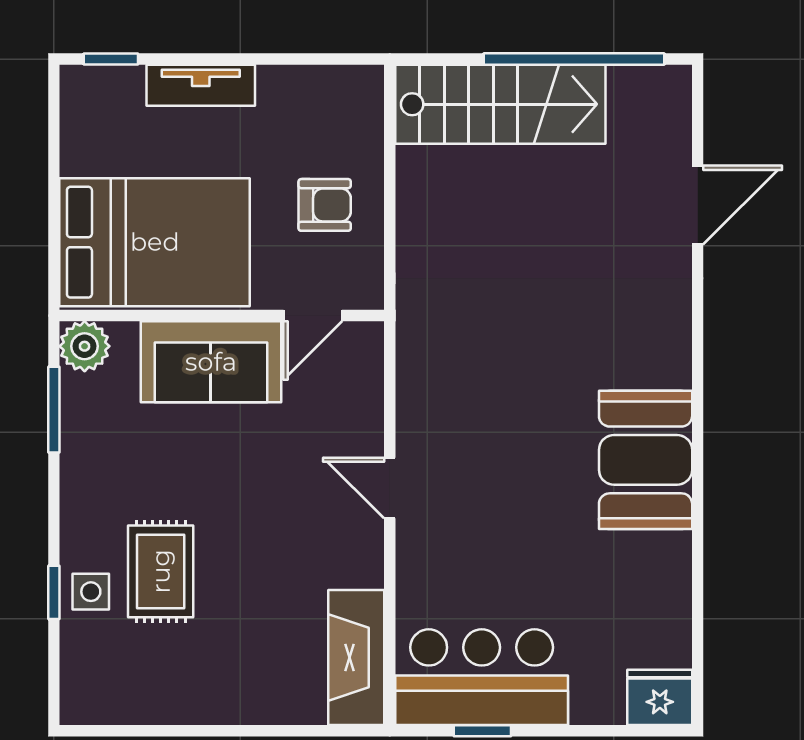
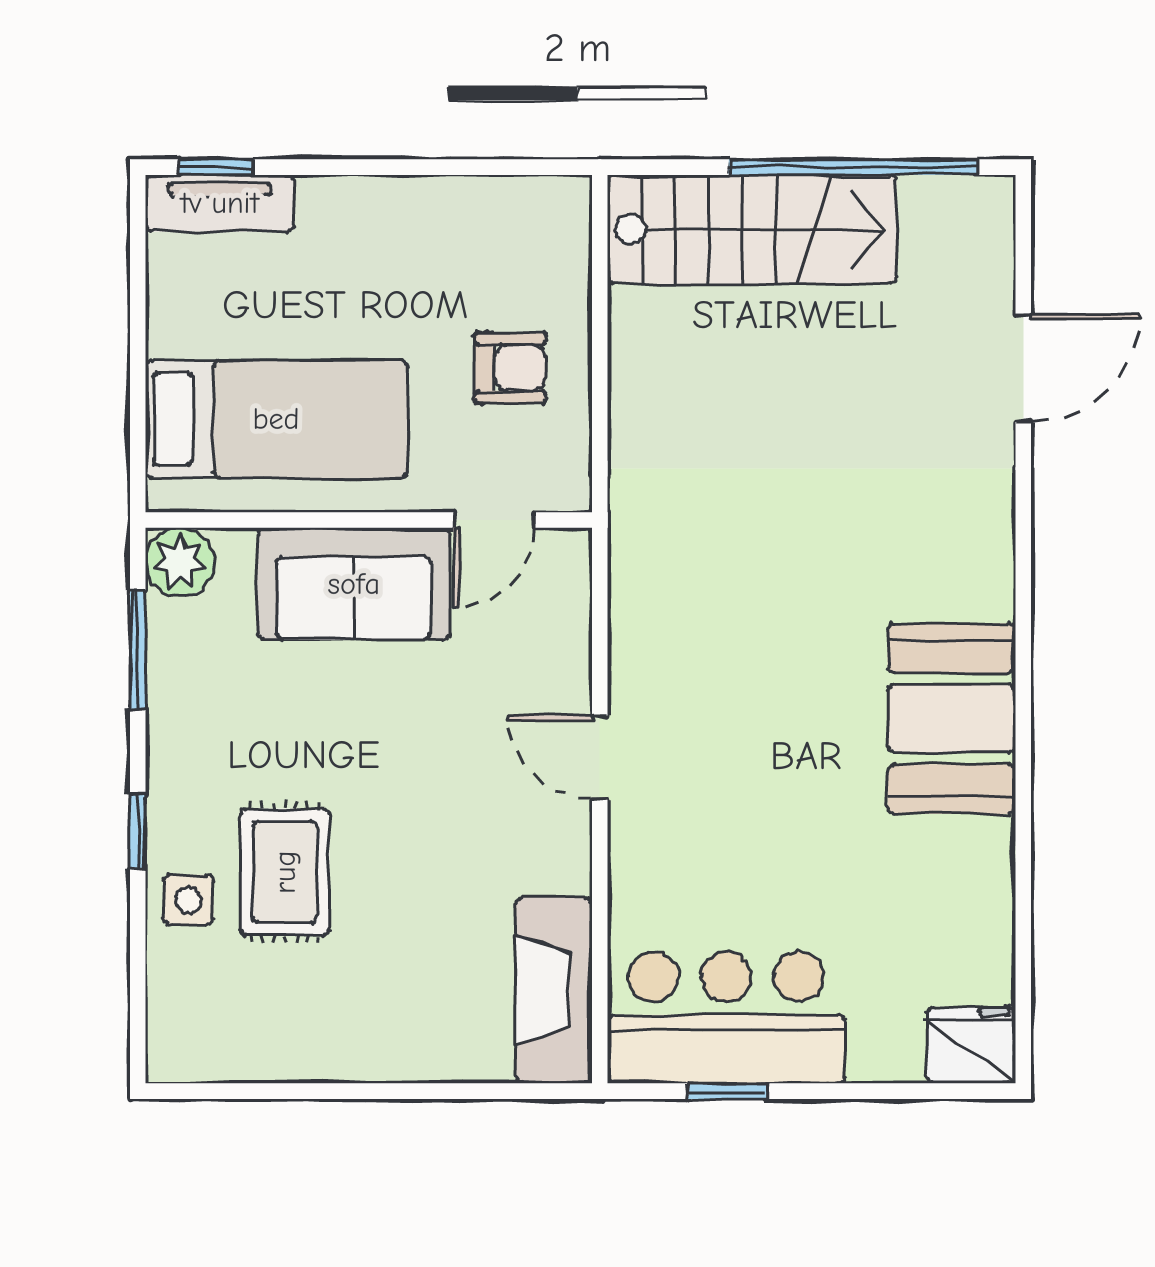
tv unit: (201, 85) -> (220, 203), moved
bed: (155, 242) -> (276, 419), width x0.67
window: (54, 592) -> (138, 831), moved

